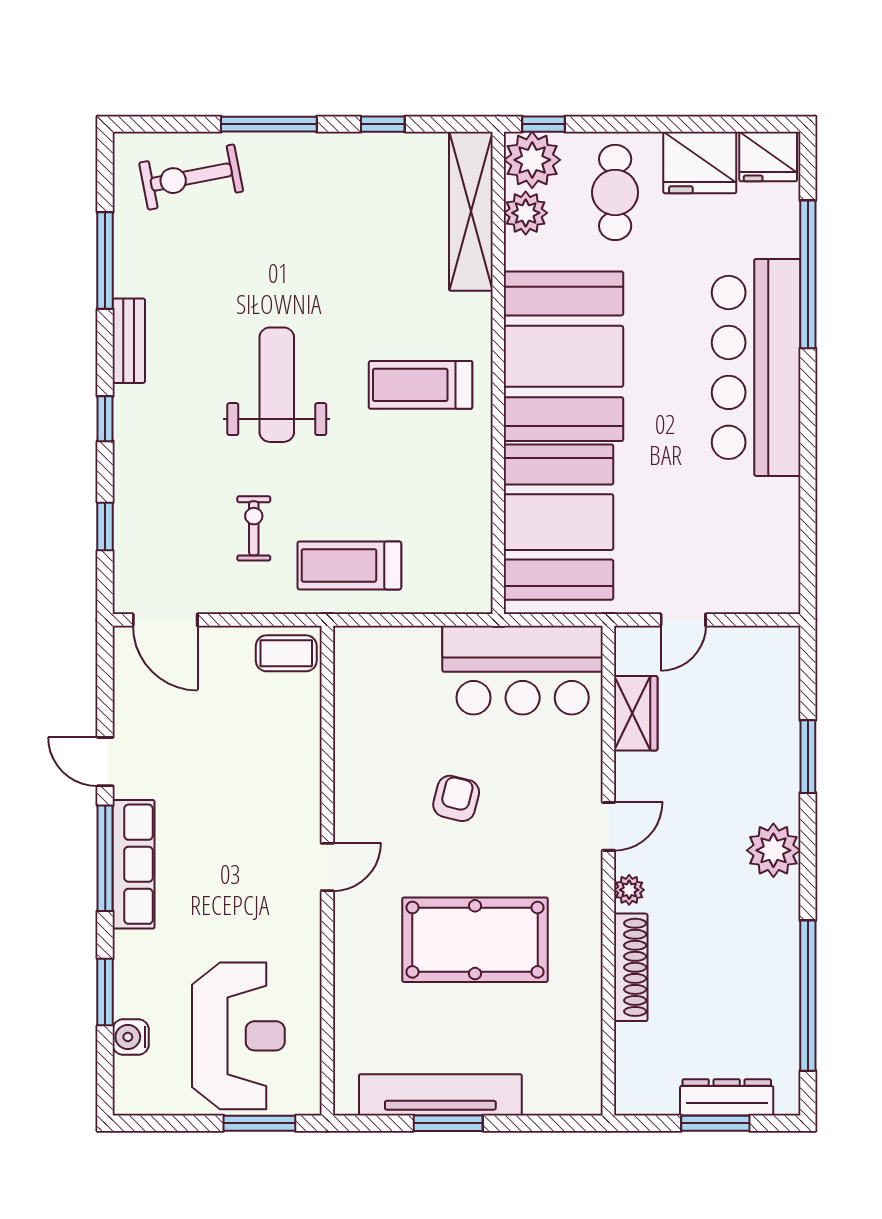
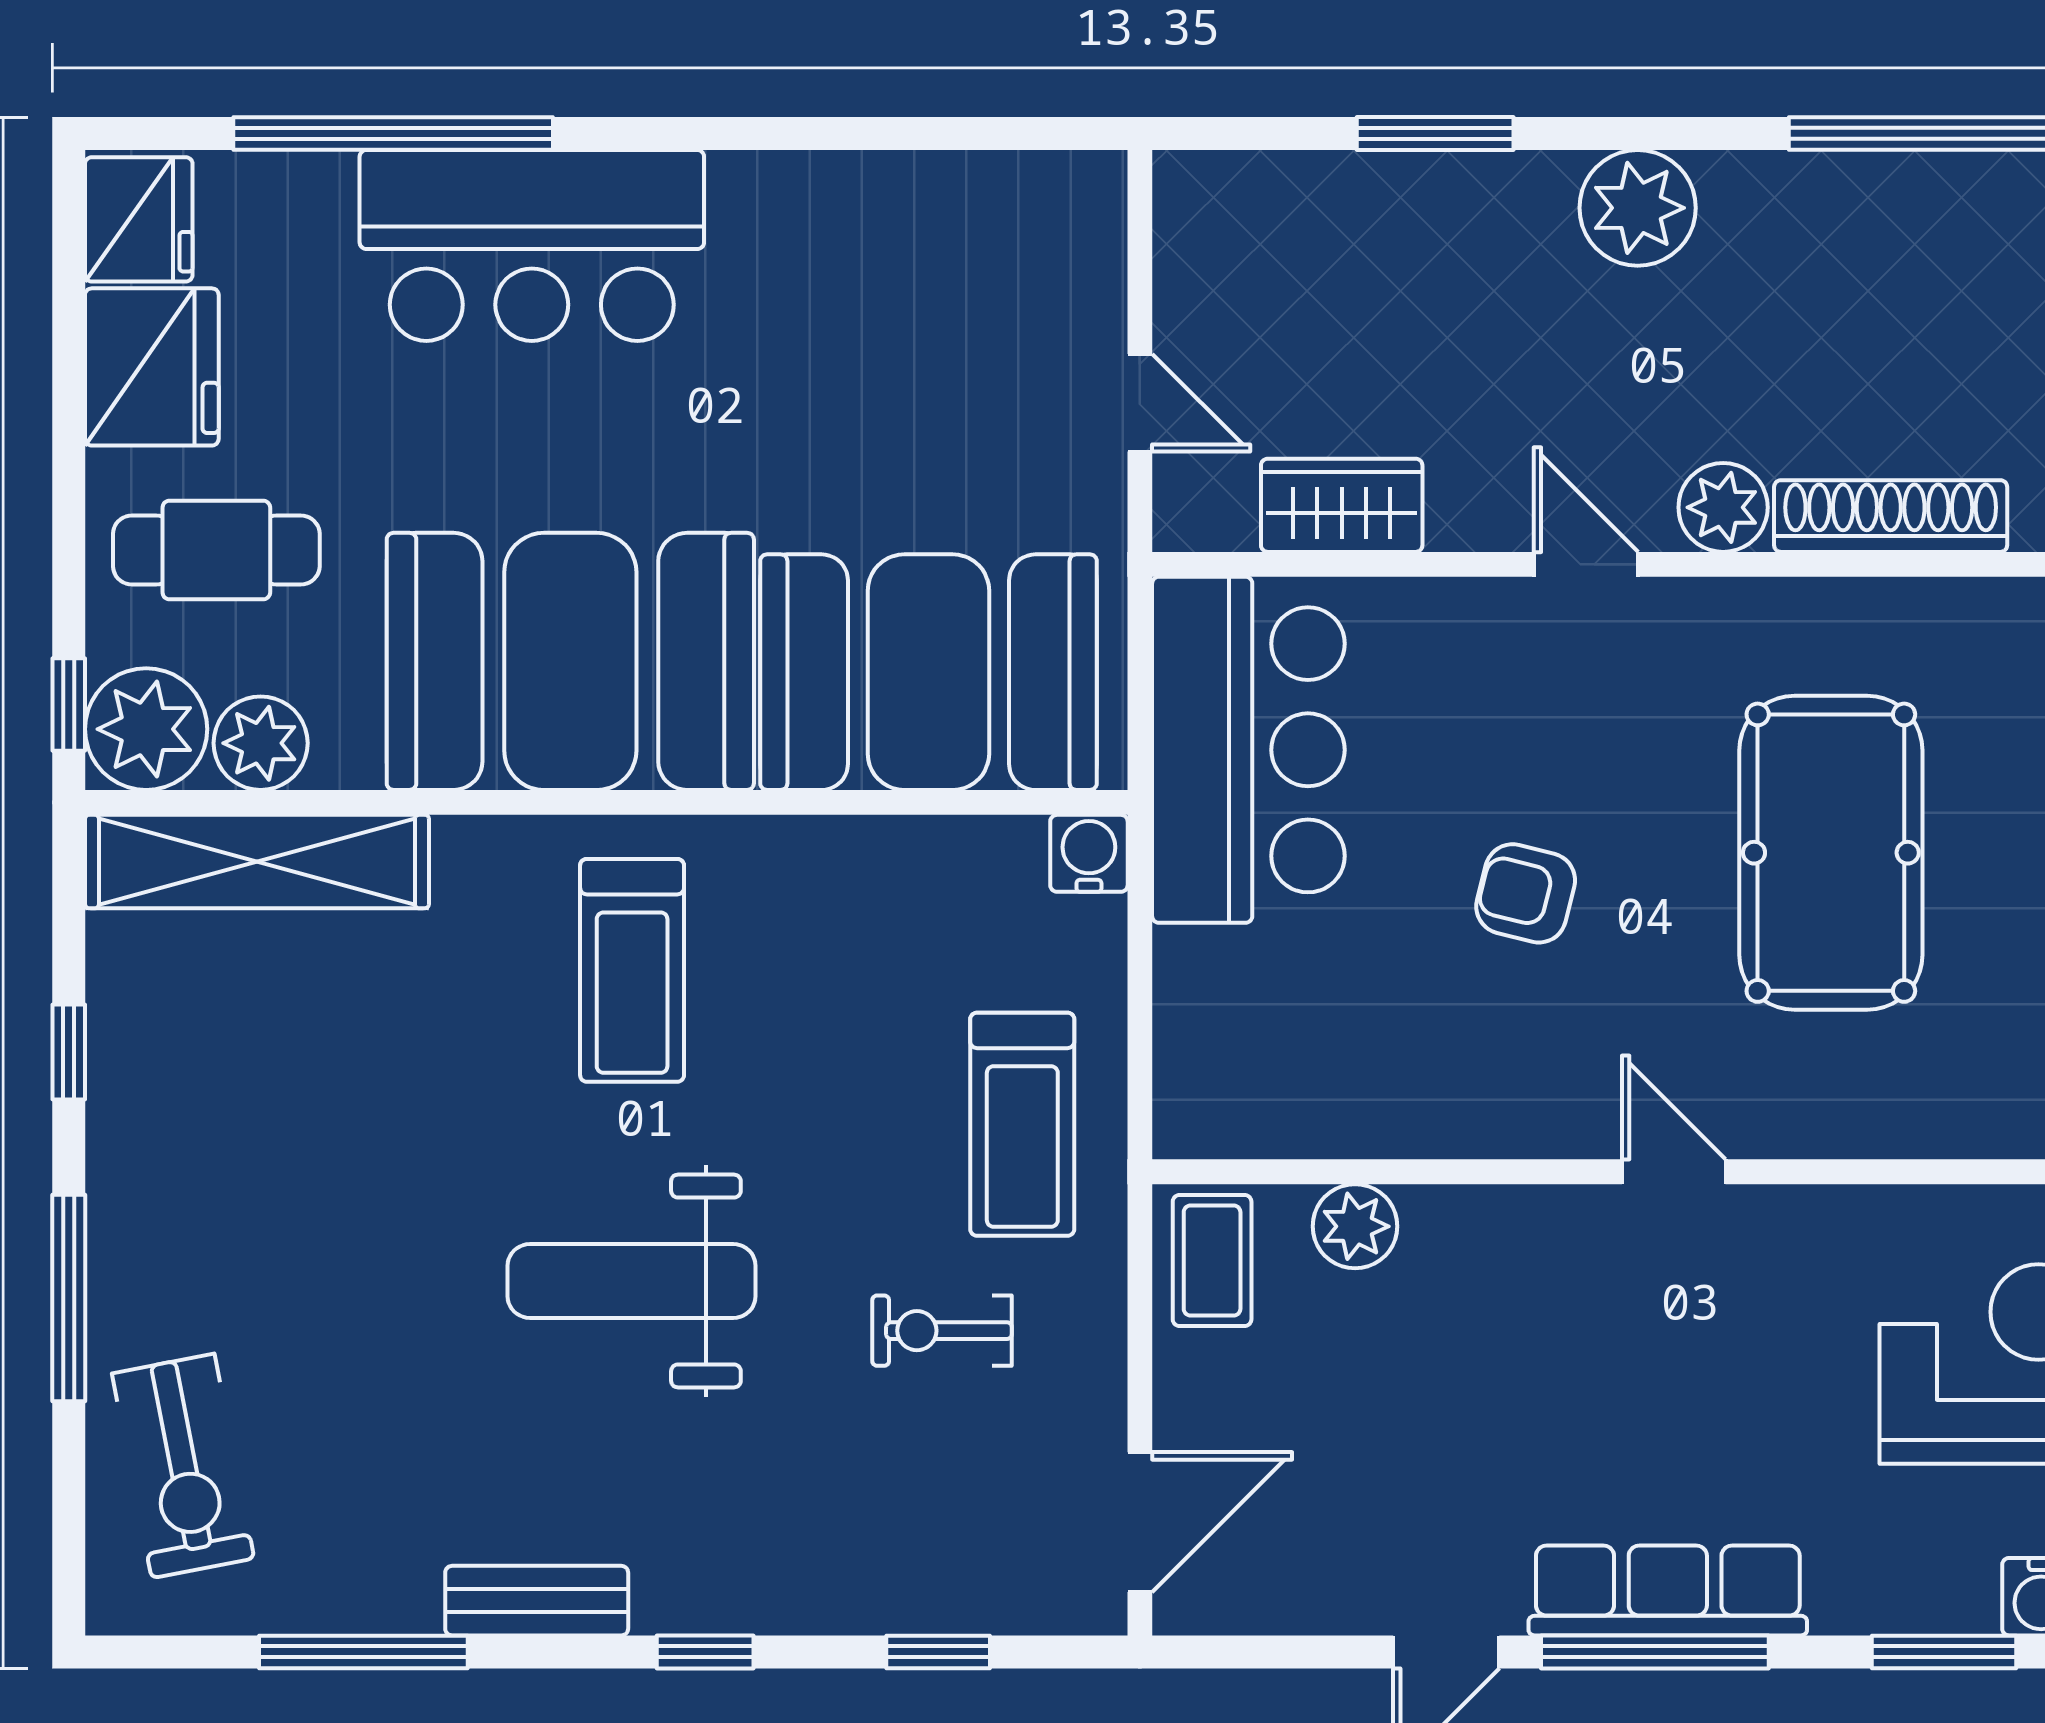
bar counter: (756, 367) -> (532, 245), width x0.73
water cooler: (475, 596) -> (1089, 853), added
plant: (302, 719) -> (1355, 1226), added
plant: (629, 890) -> (1723, 507), width x1.38, depth x1.38

